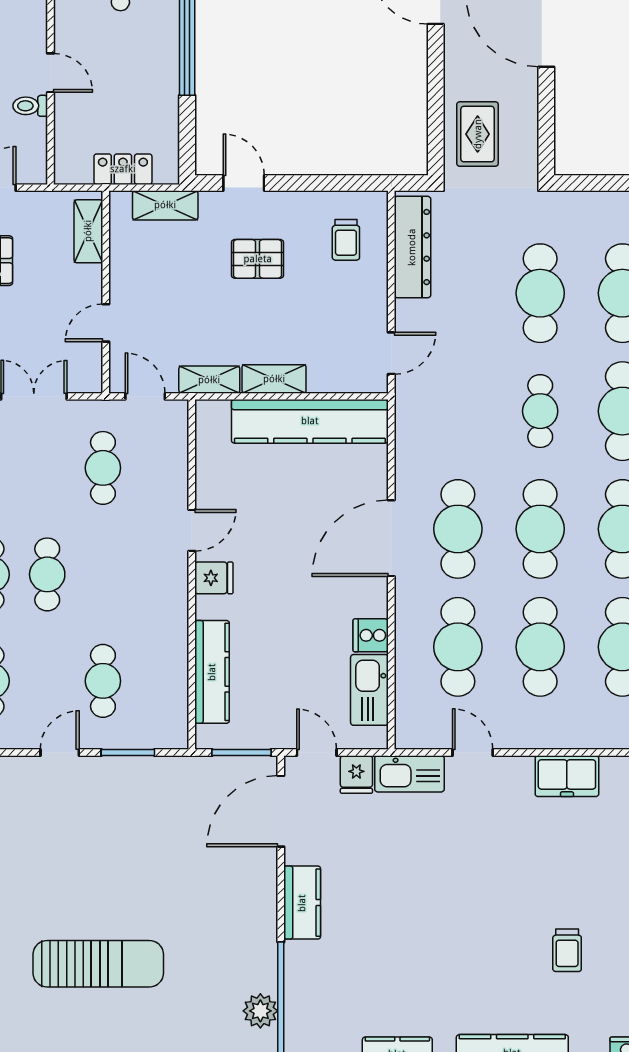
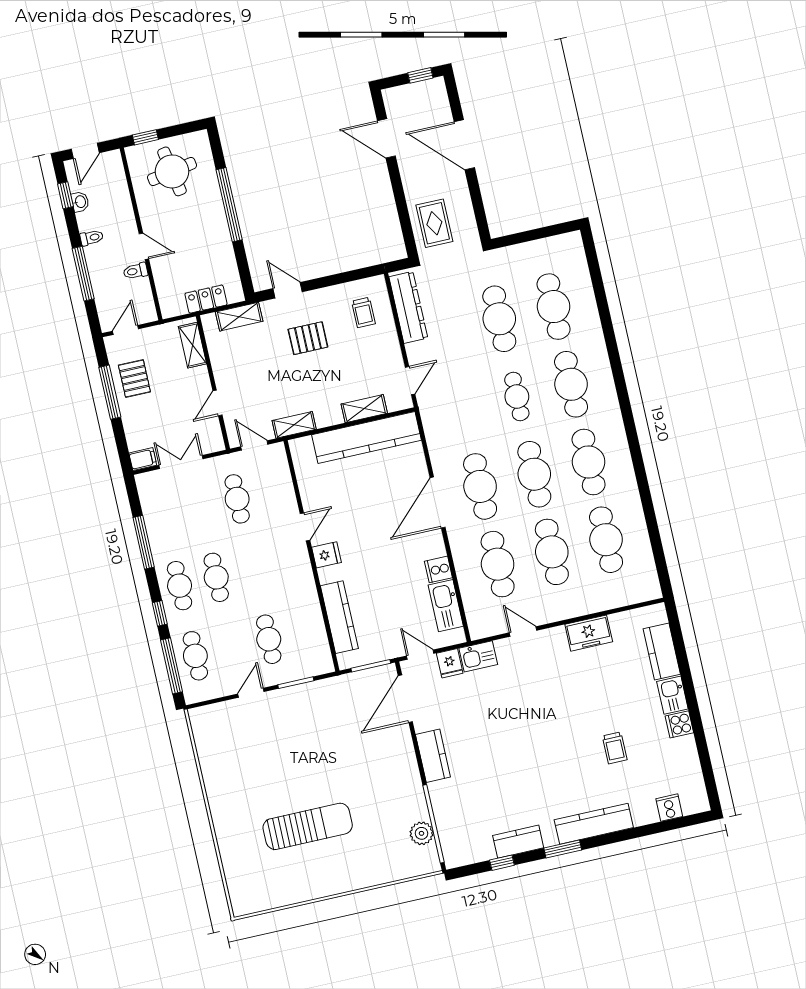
shelving: (274, 379) -> (364, 409), moved
kitchen sink: (409, 774) -> (478, 656), width x0.73

